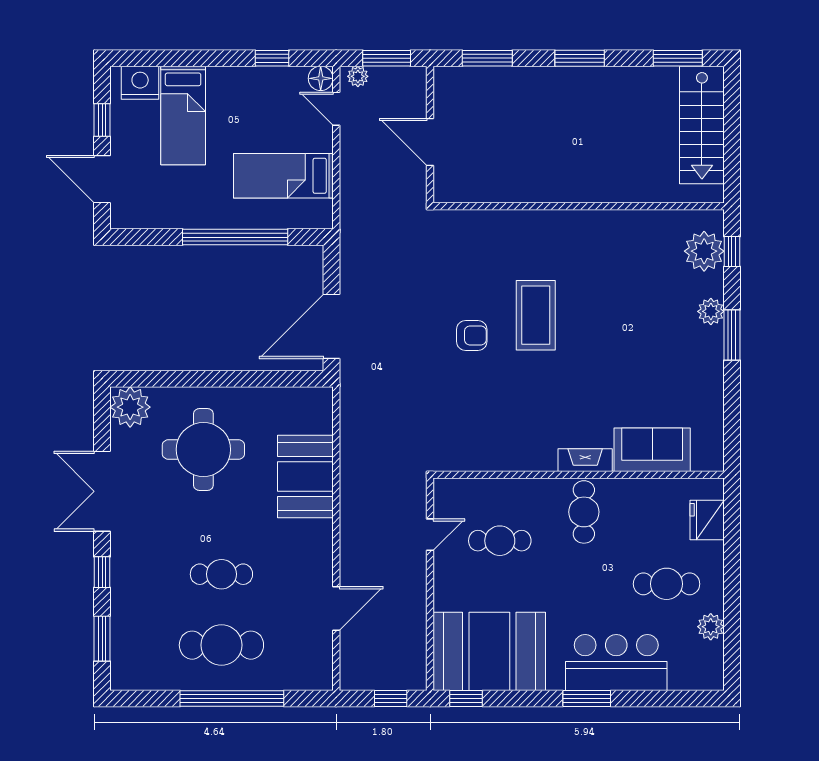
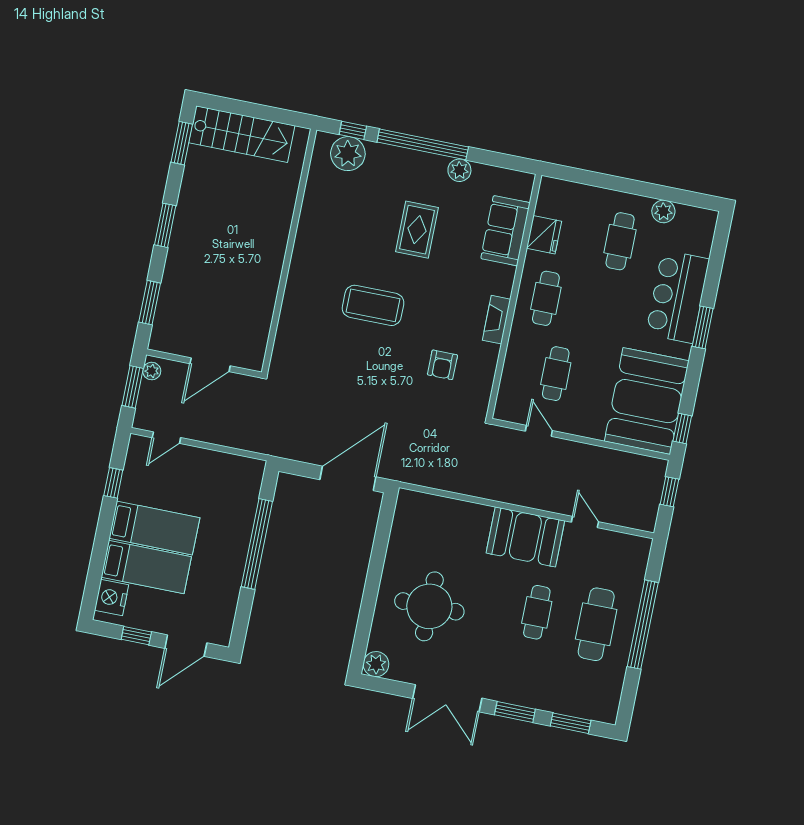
plant: (358, 76) -> (152, 371), moved
floor lamp: (321, 78) -> (138, 445), removed
bed: (283, 176) -> (154, 528), moved, turned -90
plant: (711, 311) -> (459, 170), moved
door: (331, 326) -> (348, 478), swing flipped
armchair: (472, 335) -> (442, 365), moved, turned 180
window: (732, 335) -> (423, 144), width x2.11
rug: (633, 348) -> (417, 230), added
plant: (130, 407) -> (376, 664), width x0.73, depth x0.73
fireplace: (585, 460) -> (497, 320), moved
booth: (305, 477) -> (525, 537), moved
cafe table: (584, 512) -> (546, 298), turned 90
fridge: (707, 520) -> (544, 235), moved, turned -90
window: (102, 572) -> (515, 712), width x1.50
door: (336, 608) -> (585, 522), width x0.73

